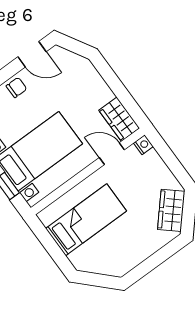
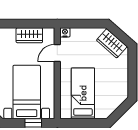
wardrobe: (119, 119) -> (29, 35), moved

